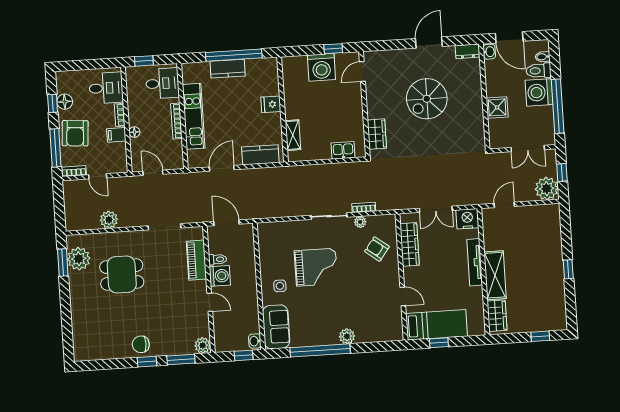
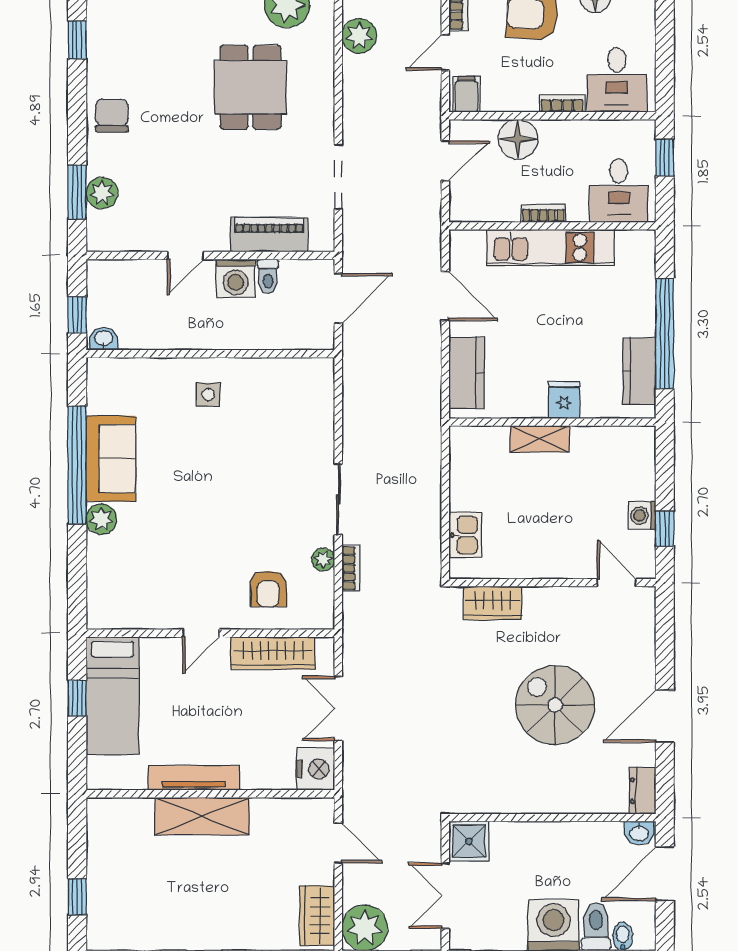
door: (429, 43) -> (665, 716), swing flipped
washing machine: (321, 67) -> (642, 516), width x0.53, depth x0.53
kitchen counter: (228, 69) -> (639, 371), moved
shower: (497, 107) -> (469, 841), moved
bookcase: (176, 121) -> (543, 213), width x0.64
floor lamp: (134, 132) -> (518, 139), width x1.89, depth x1.89
filing cabinet: (116, 135) -> (466, 94), moved
shelving: (293, 135) -> (540, 439), moved
plant: (109, 220) -> (359, 36), moved
armchair: (377, 249) -> (268, 589), turned 143
tv unit: (475, 262) -> (194, 778), moved
grand piano: (316, 267) -> (240, 467), removed
door: (403, 296) -> (201, 633), moved
wardrobe: (497, 316) -> (317, 916), moved, turned 90
sofa: (276, 327) -> (111, 459), moved, turned -90
plant: (203, 345) -> (102, 193), moved
window: (147, 362) -> (77, 40), moved

